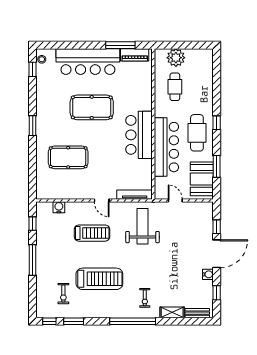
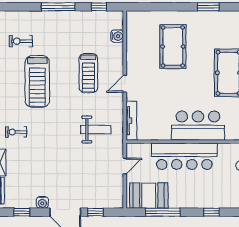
cafe table: (197, 133) -> (200, 190), removed
window: (217, 166) -> (163, 212), width x1.44
weight bench: (143, 226) -> (96, 130), width x0.73, depth x0.75

